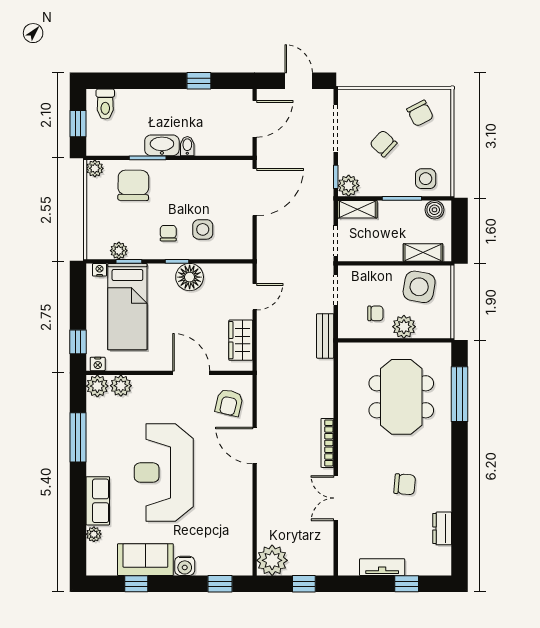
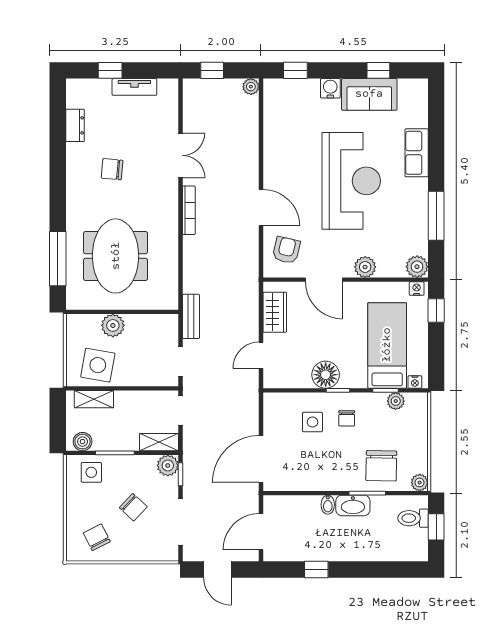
toilet: (105, 104) -> (413, 518), moved, turned -90
chair: (375, 313) -> (141, 339), removed
plant: (121, 386) -> (365, 267), moved
plant: (94, 534) -> (421, 120), removed
plant: (272, 560) -> (251, 87), width x0.53, depth x0.53

